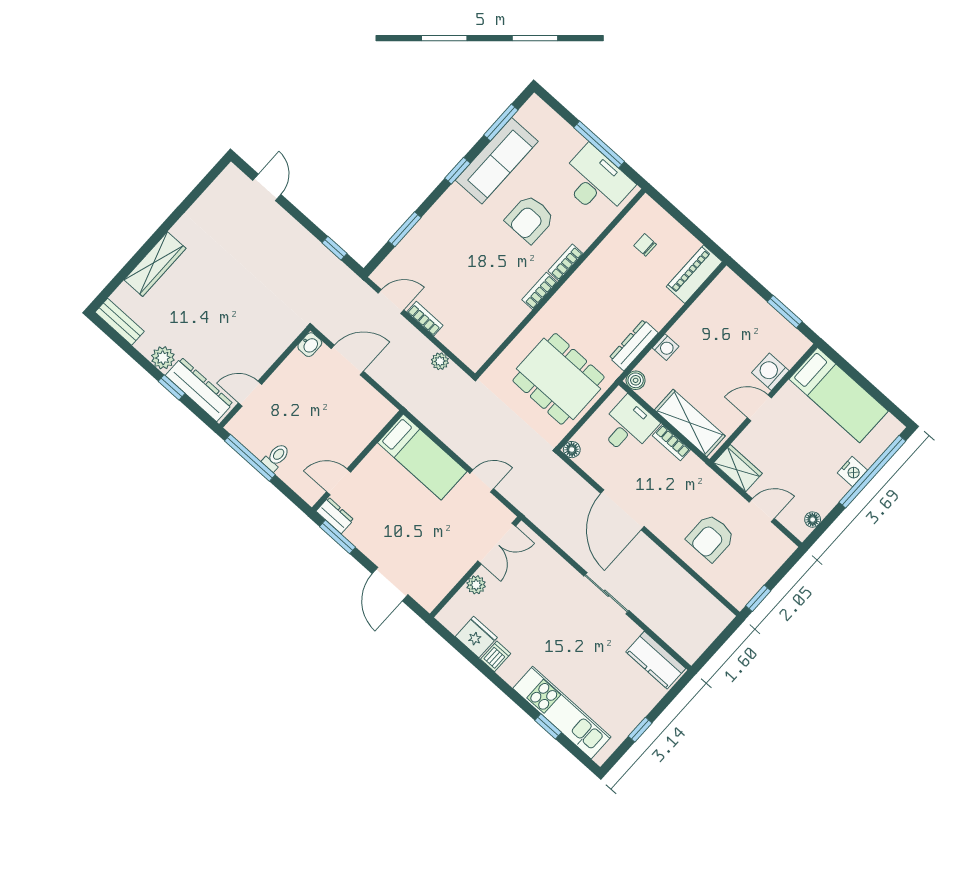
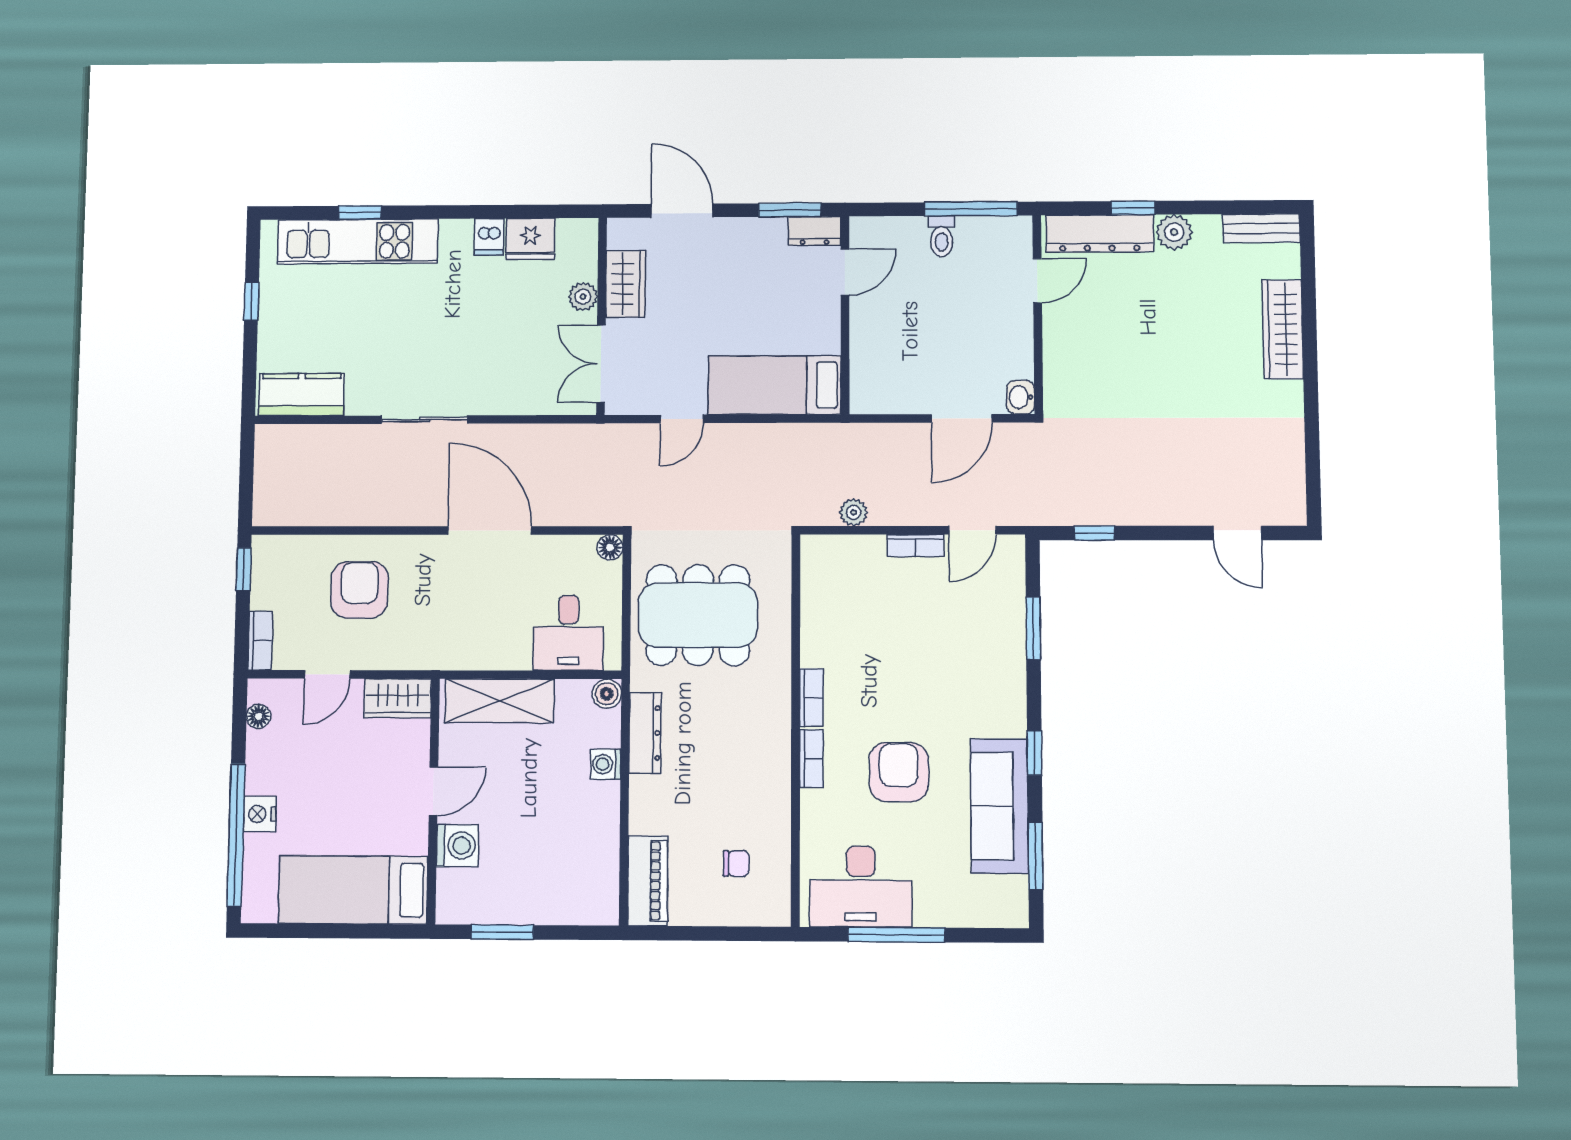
bookcase: (671, 443) -> (260, 640), moved, turned 90
wardrobe: (450, 572) -> (626, 284), added

